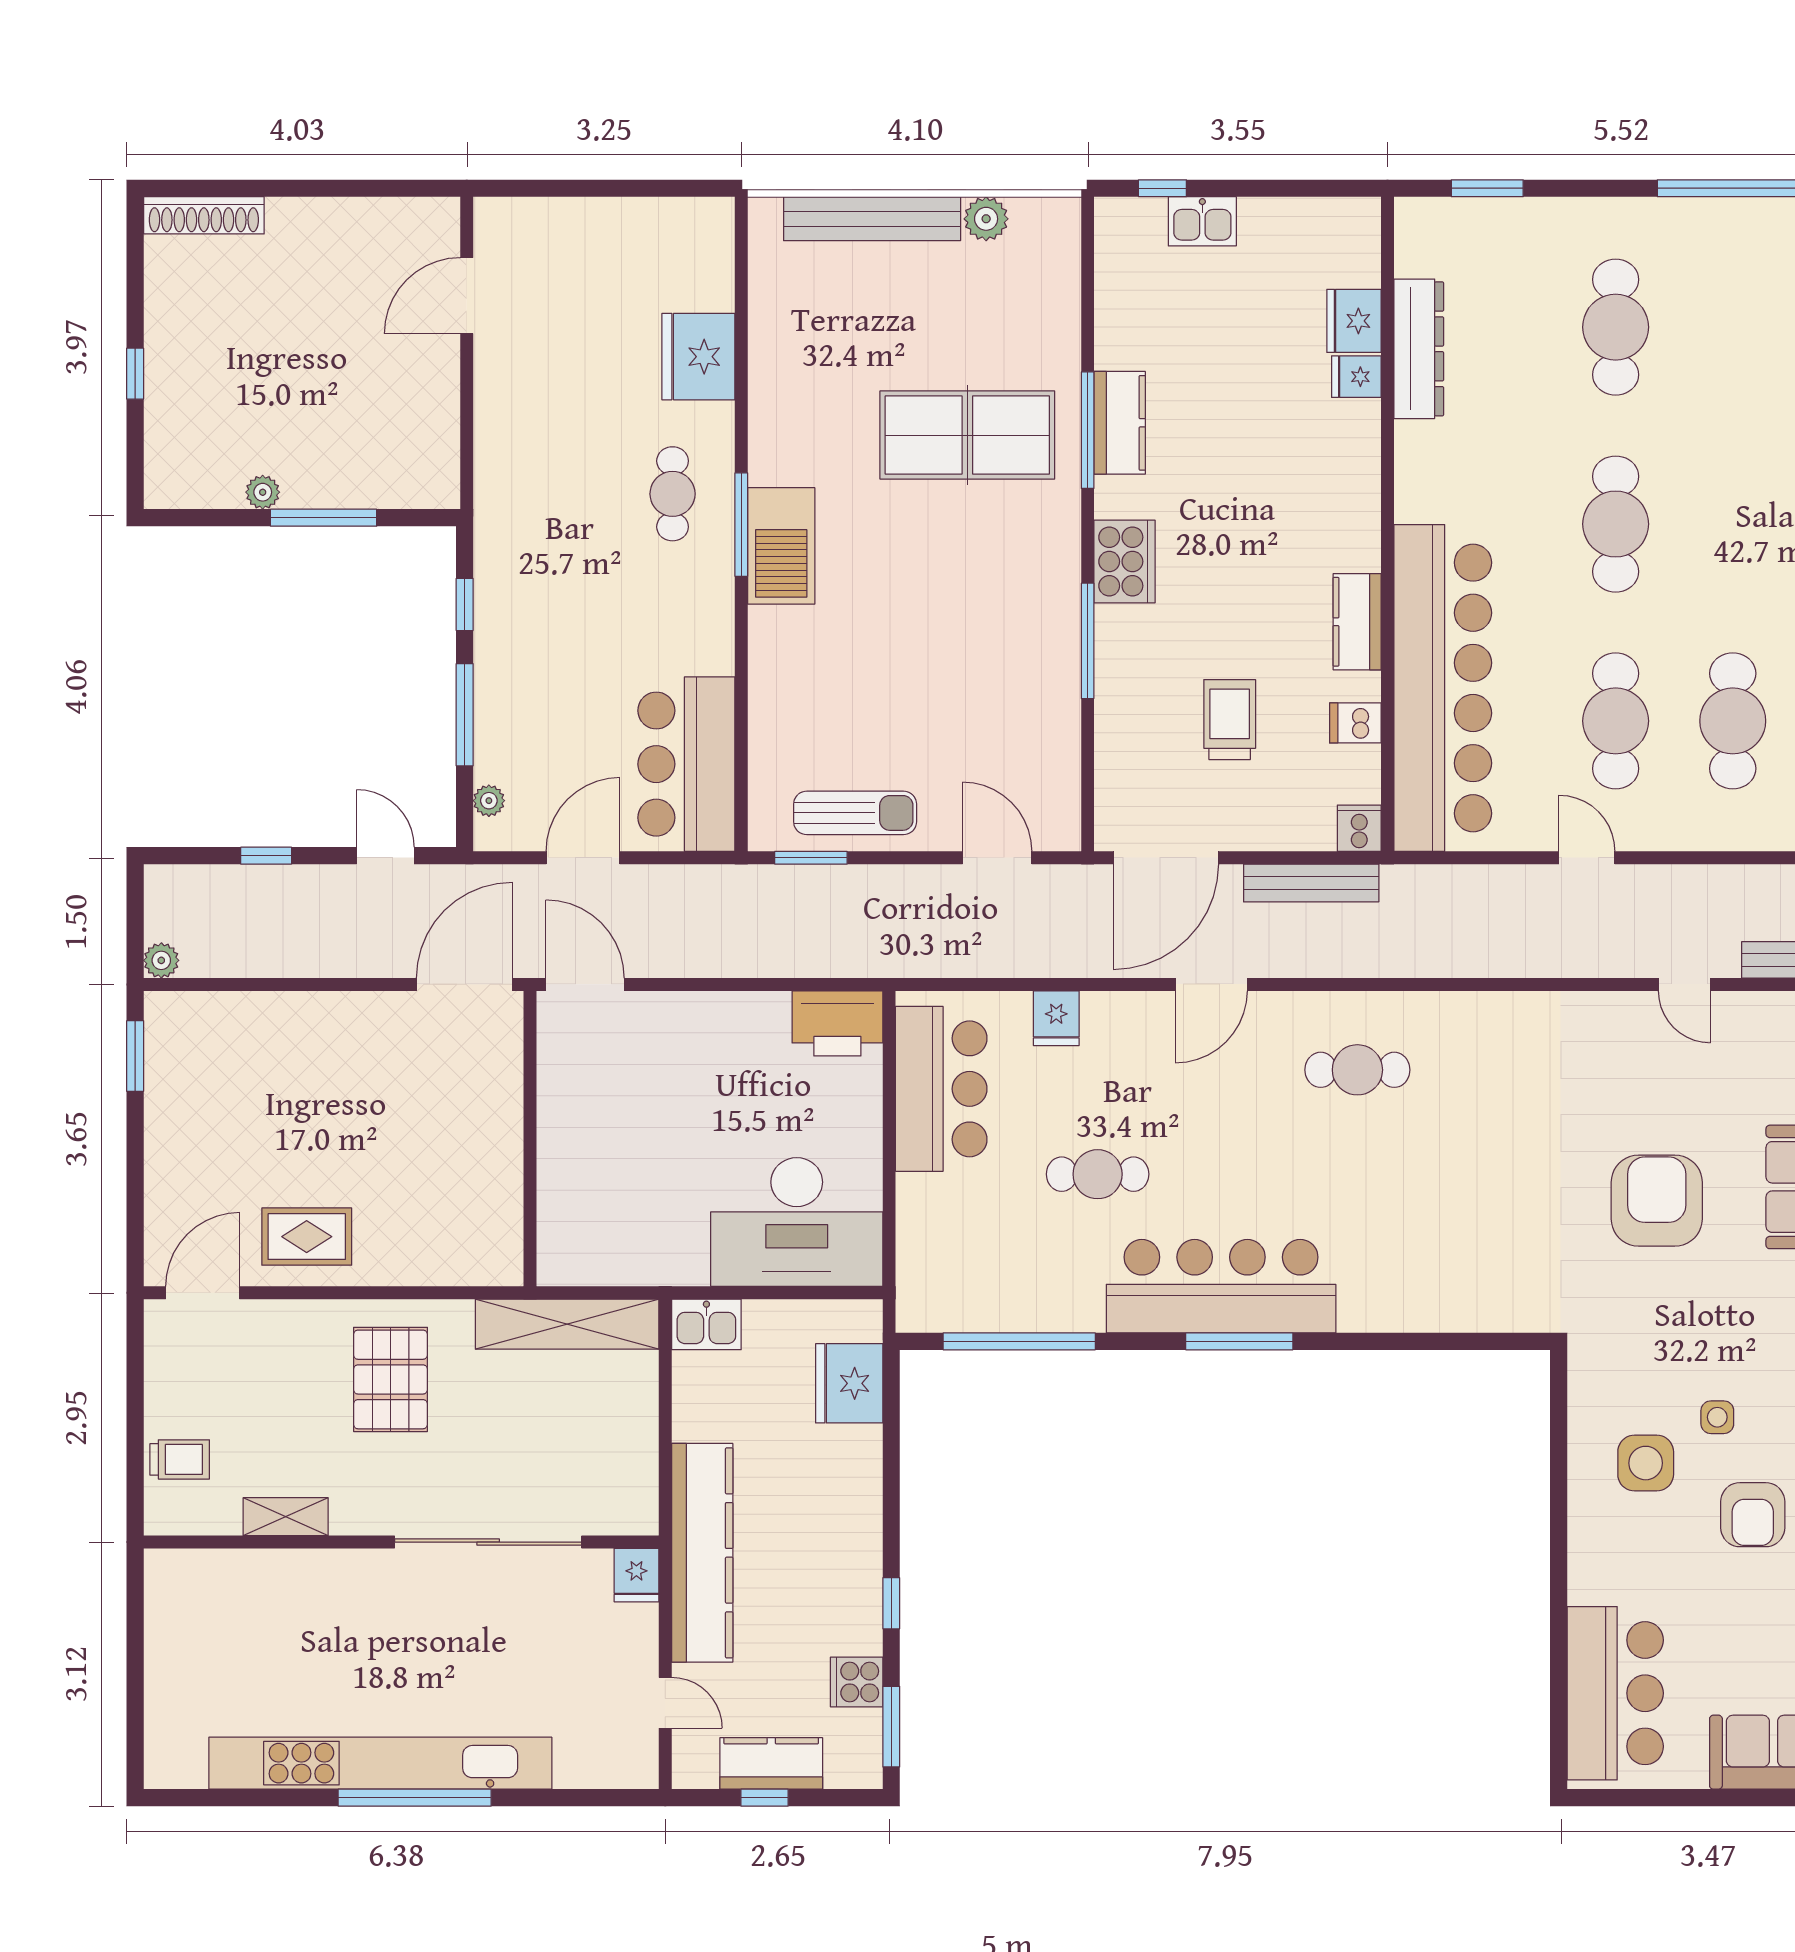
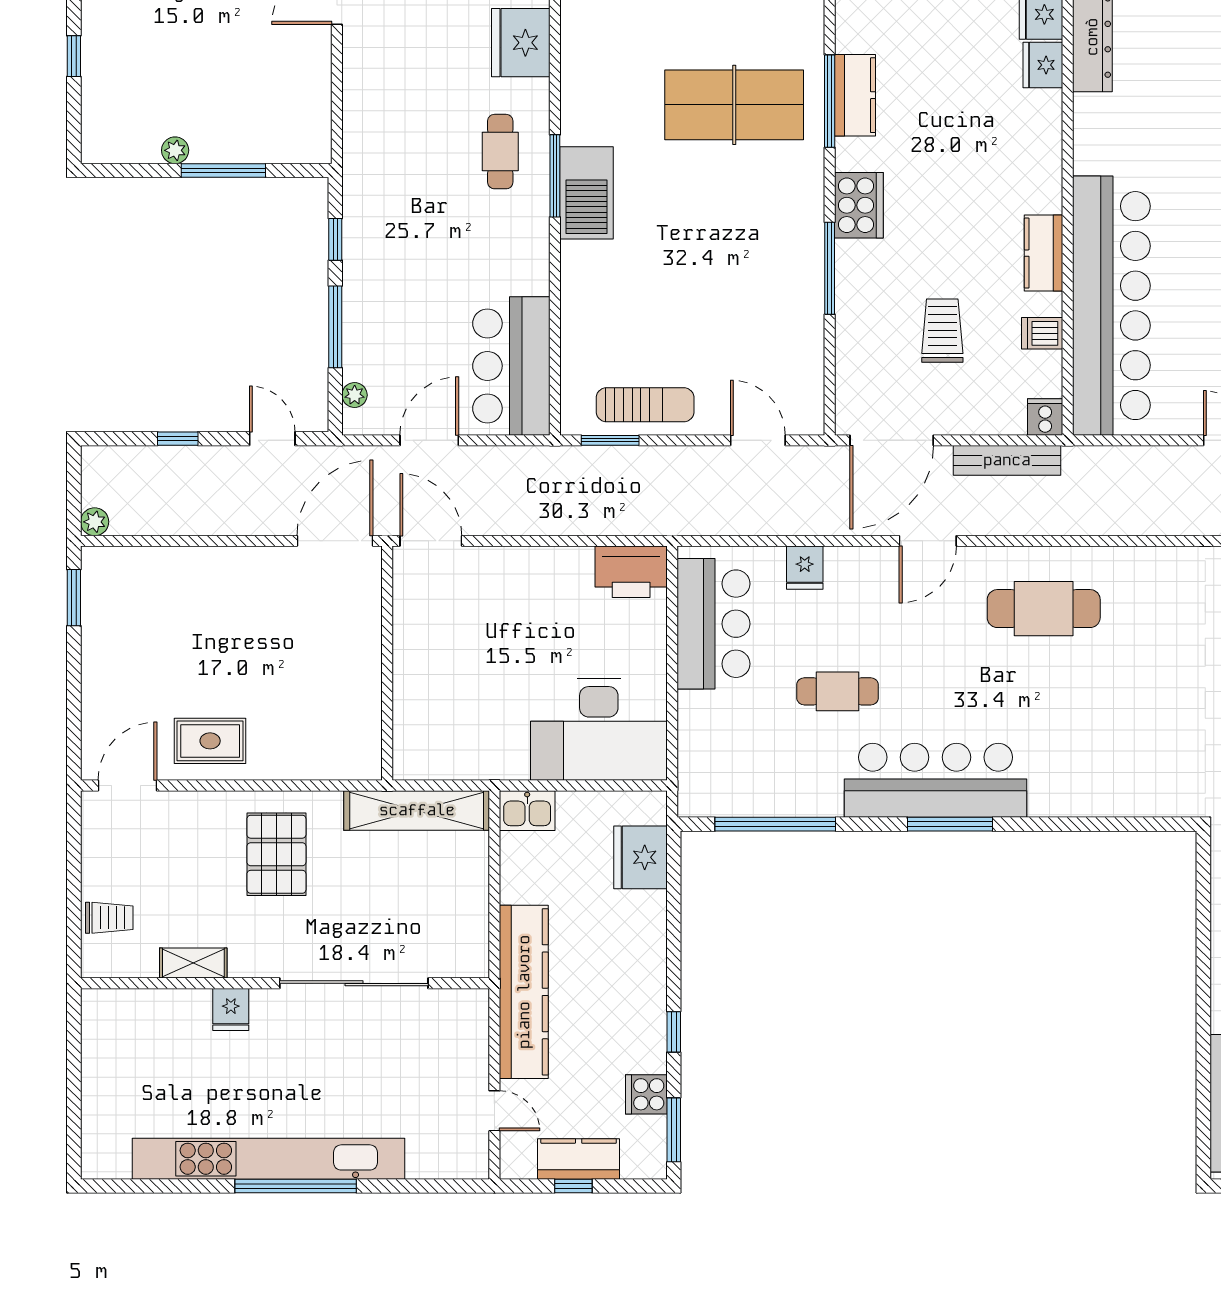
fridge: (1356, 377) -> (1043, 65), width x1.38
cafe table: (1357, 1070) -> (1044, 609), width x1.37, depth x1.35
fridge: (636, 1575) -> (231, 1010), moved

